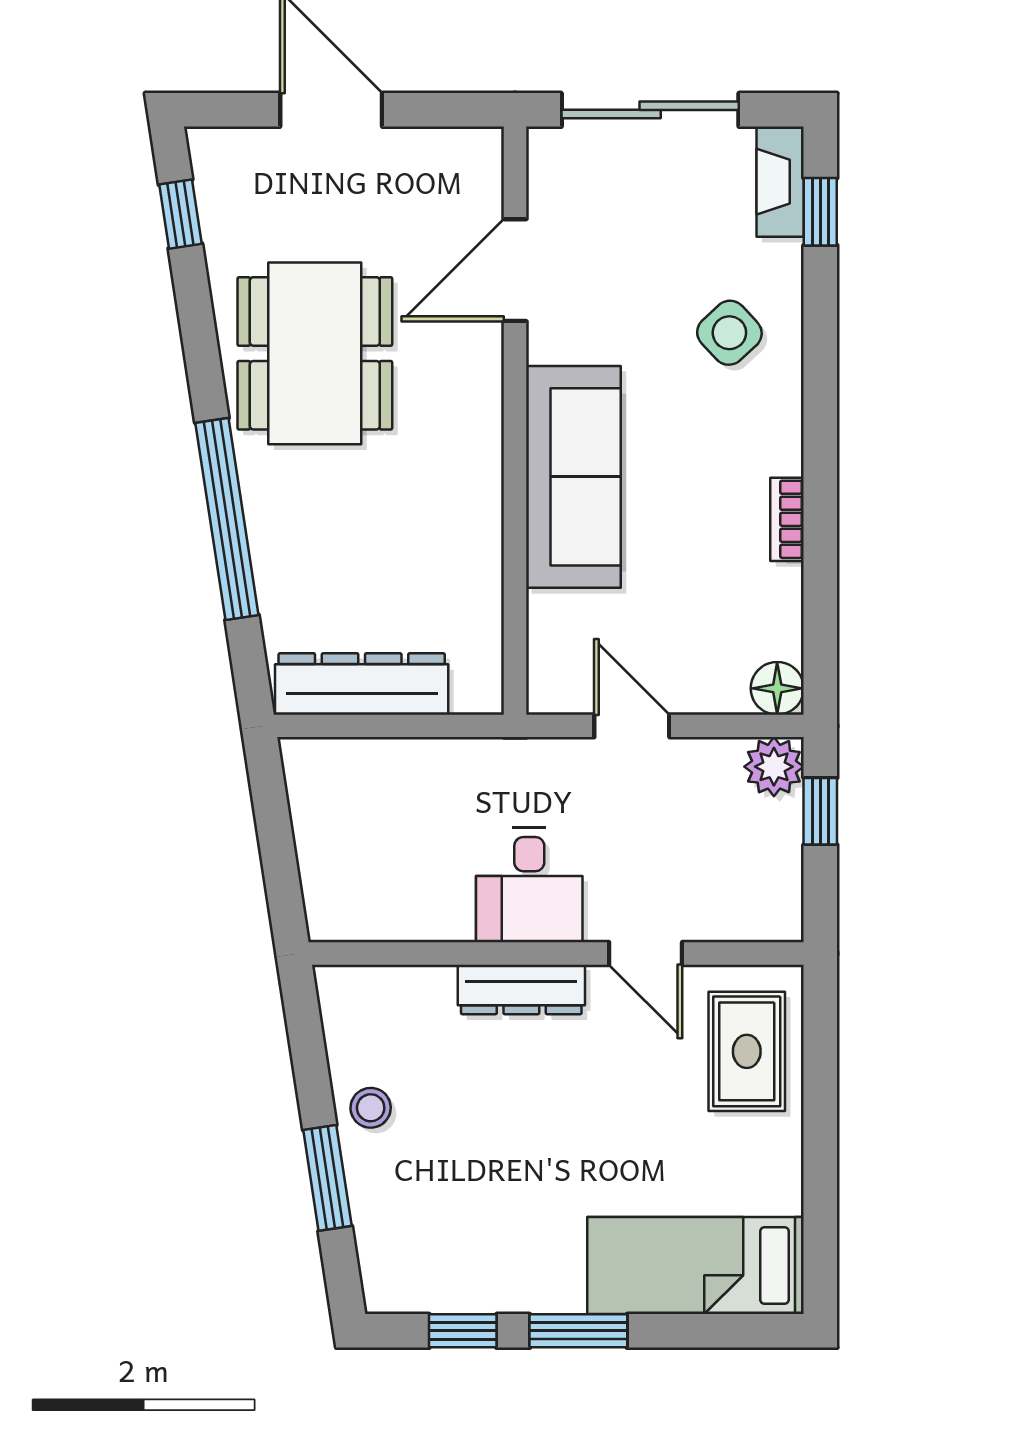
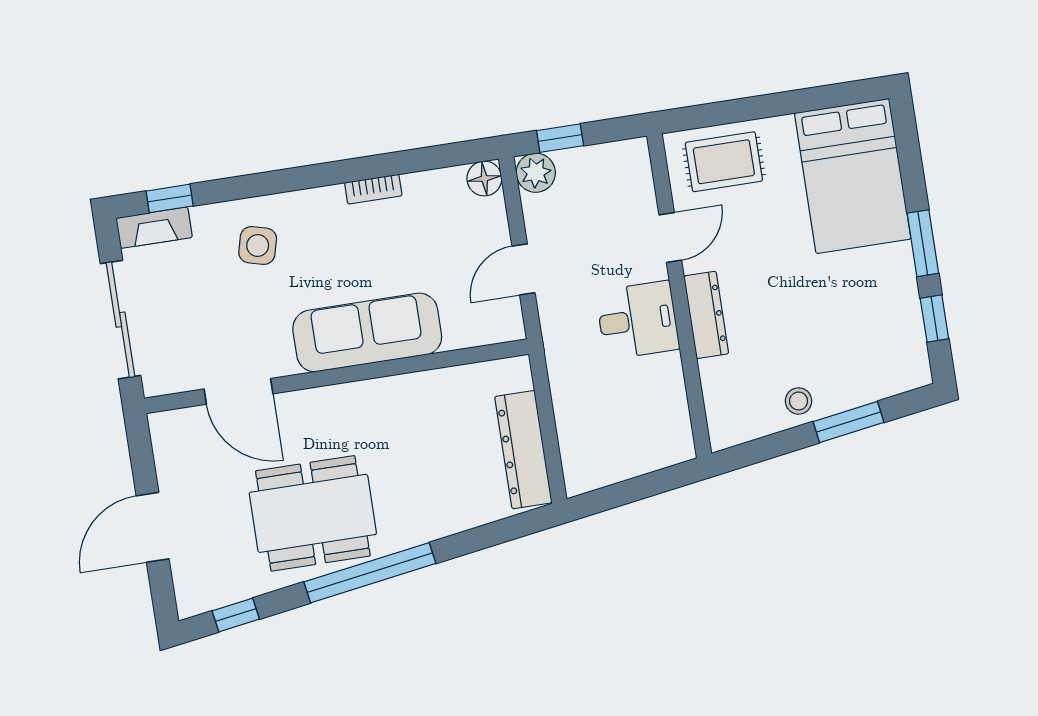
side table: (729, 333) -> (258, 245), turned -32
window: (227, 519) -> (370, 573), moved
bed: (696, 1266) -> (853, 176), width x1.50

